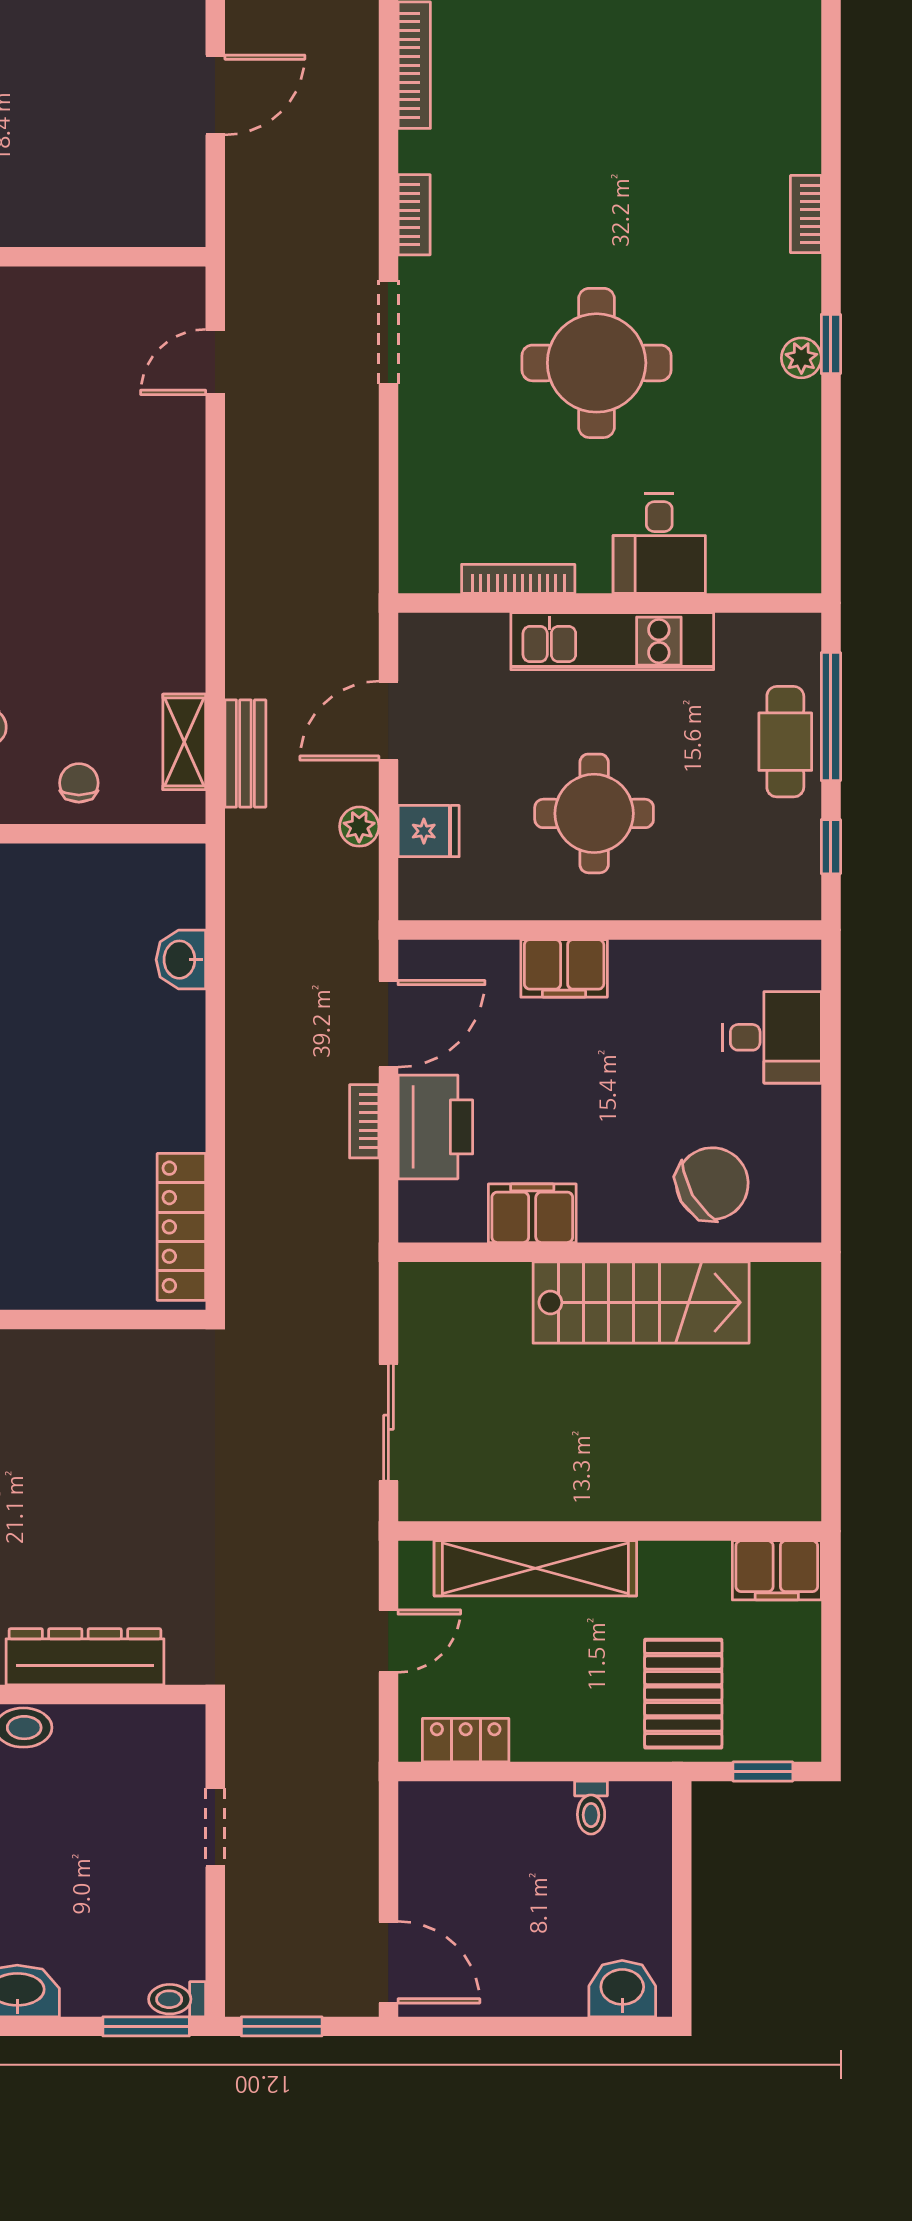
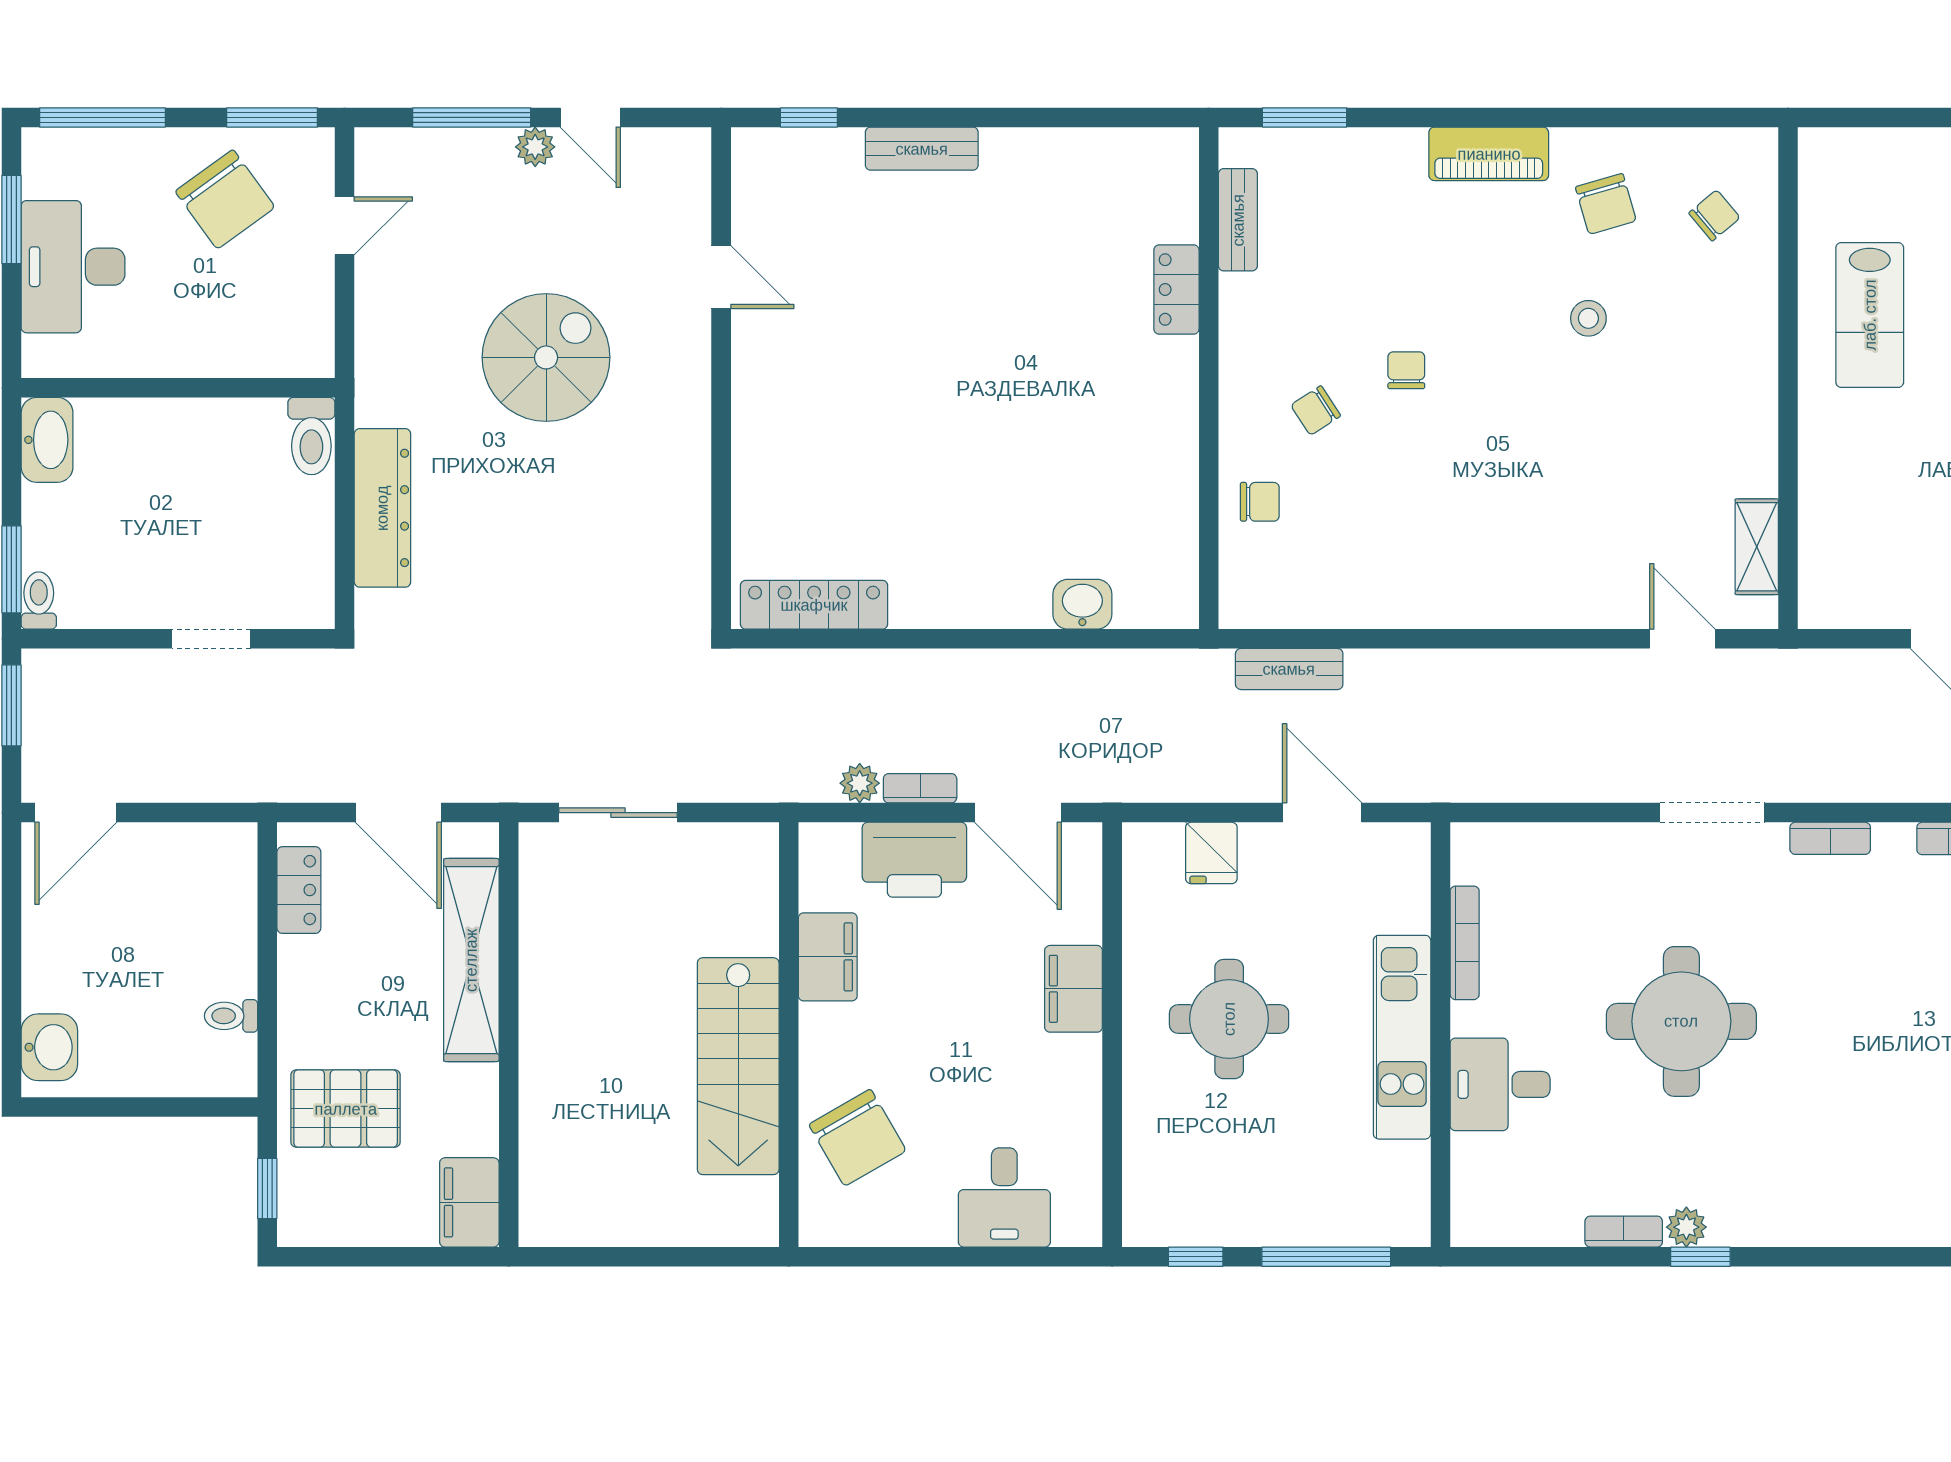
bookcase: (806, 214) -> (1624, 1232), moved
shelving: (184, 742) -> (1757, 547), moved, turned 90
cafe table: (785, 742) -> (1301, 1211), removed
plant: (359, 827) -> (860, 783), moved
door: (388, 1641) -> (398, 813), width x1.38

